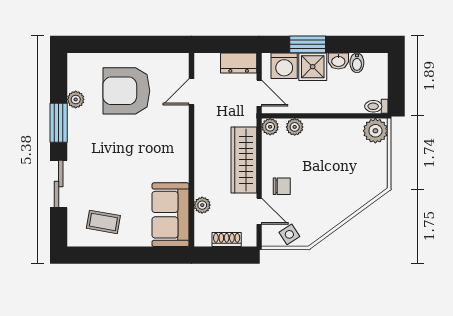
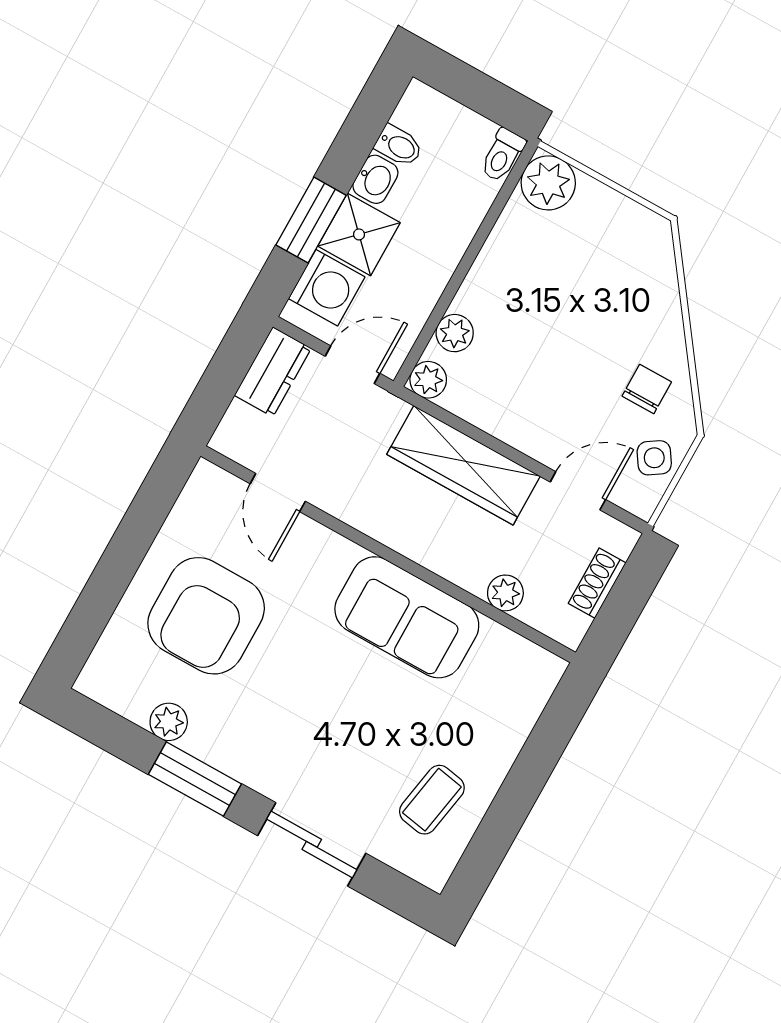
chair: (282, 186) -> (647, 389), moved
sofa: (171, 215) -> (407, 617), moved

